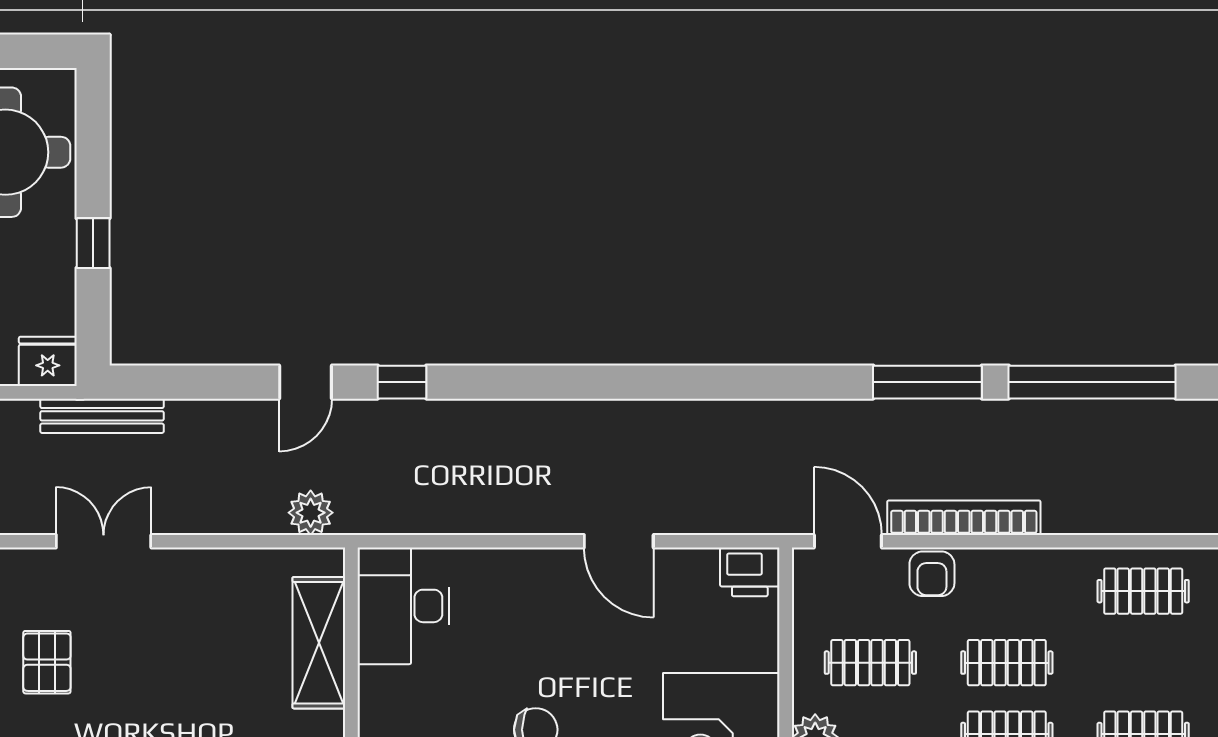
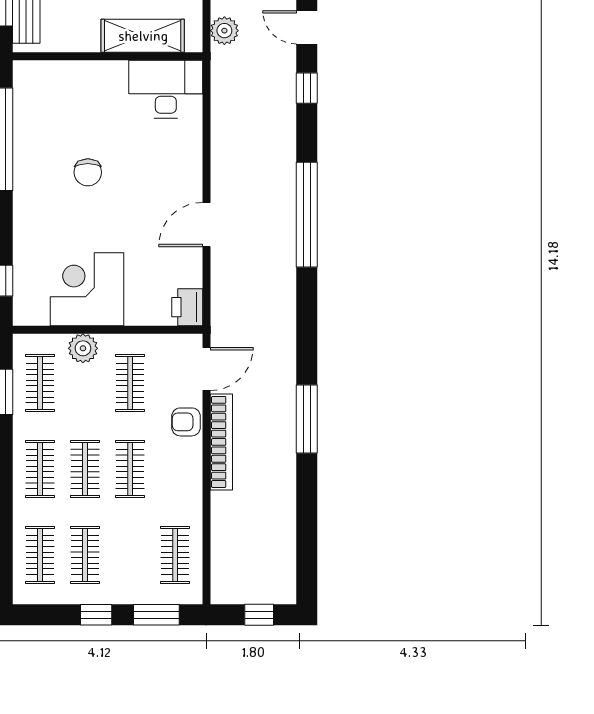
window: (1092, 382) -> (307, 215), moved

